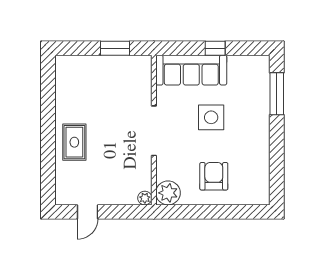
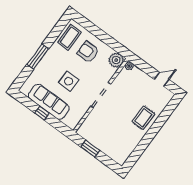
sofa: (191, 70) -> (49, 102), moved
window: (277, 94) -> (38, 57), moved
armchair: (214, 176) -> (88, 52), turned 90
coffee table: (253, 177) -> (69, 37), added

